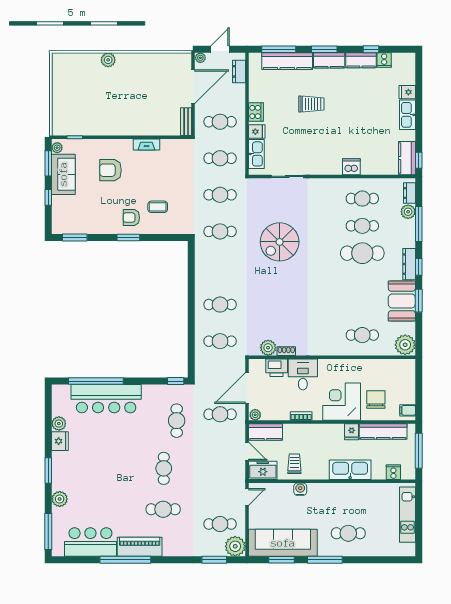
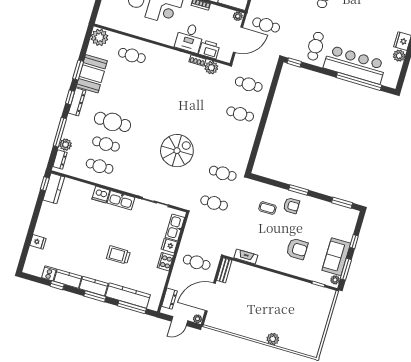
kitchen sink: (407, 115) -> (121, 200), moved, turned 90
fireplace: (146, 145) -> (246, 257), moved
cafe table: (220, 158) -> (205, 233), removed
cafe table: (177, 421) -> (316, 46), moved

